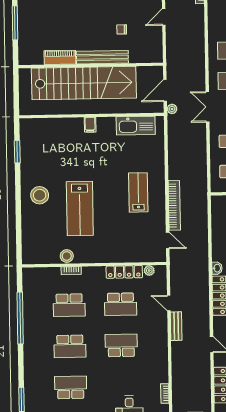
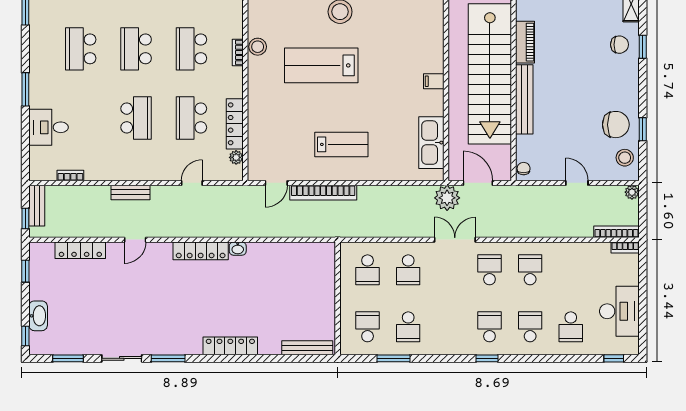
chair: (122, 29) -> (524, 169), moved
plant: (172, 109) -> (447, 198), width x1.88, depth x1.88
bench: (176, 326) -> (130, 192), moved
school desk: (71, 387) -> (81, 49), turned 180

